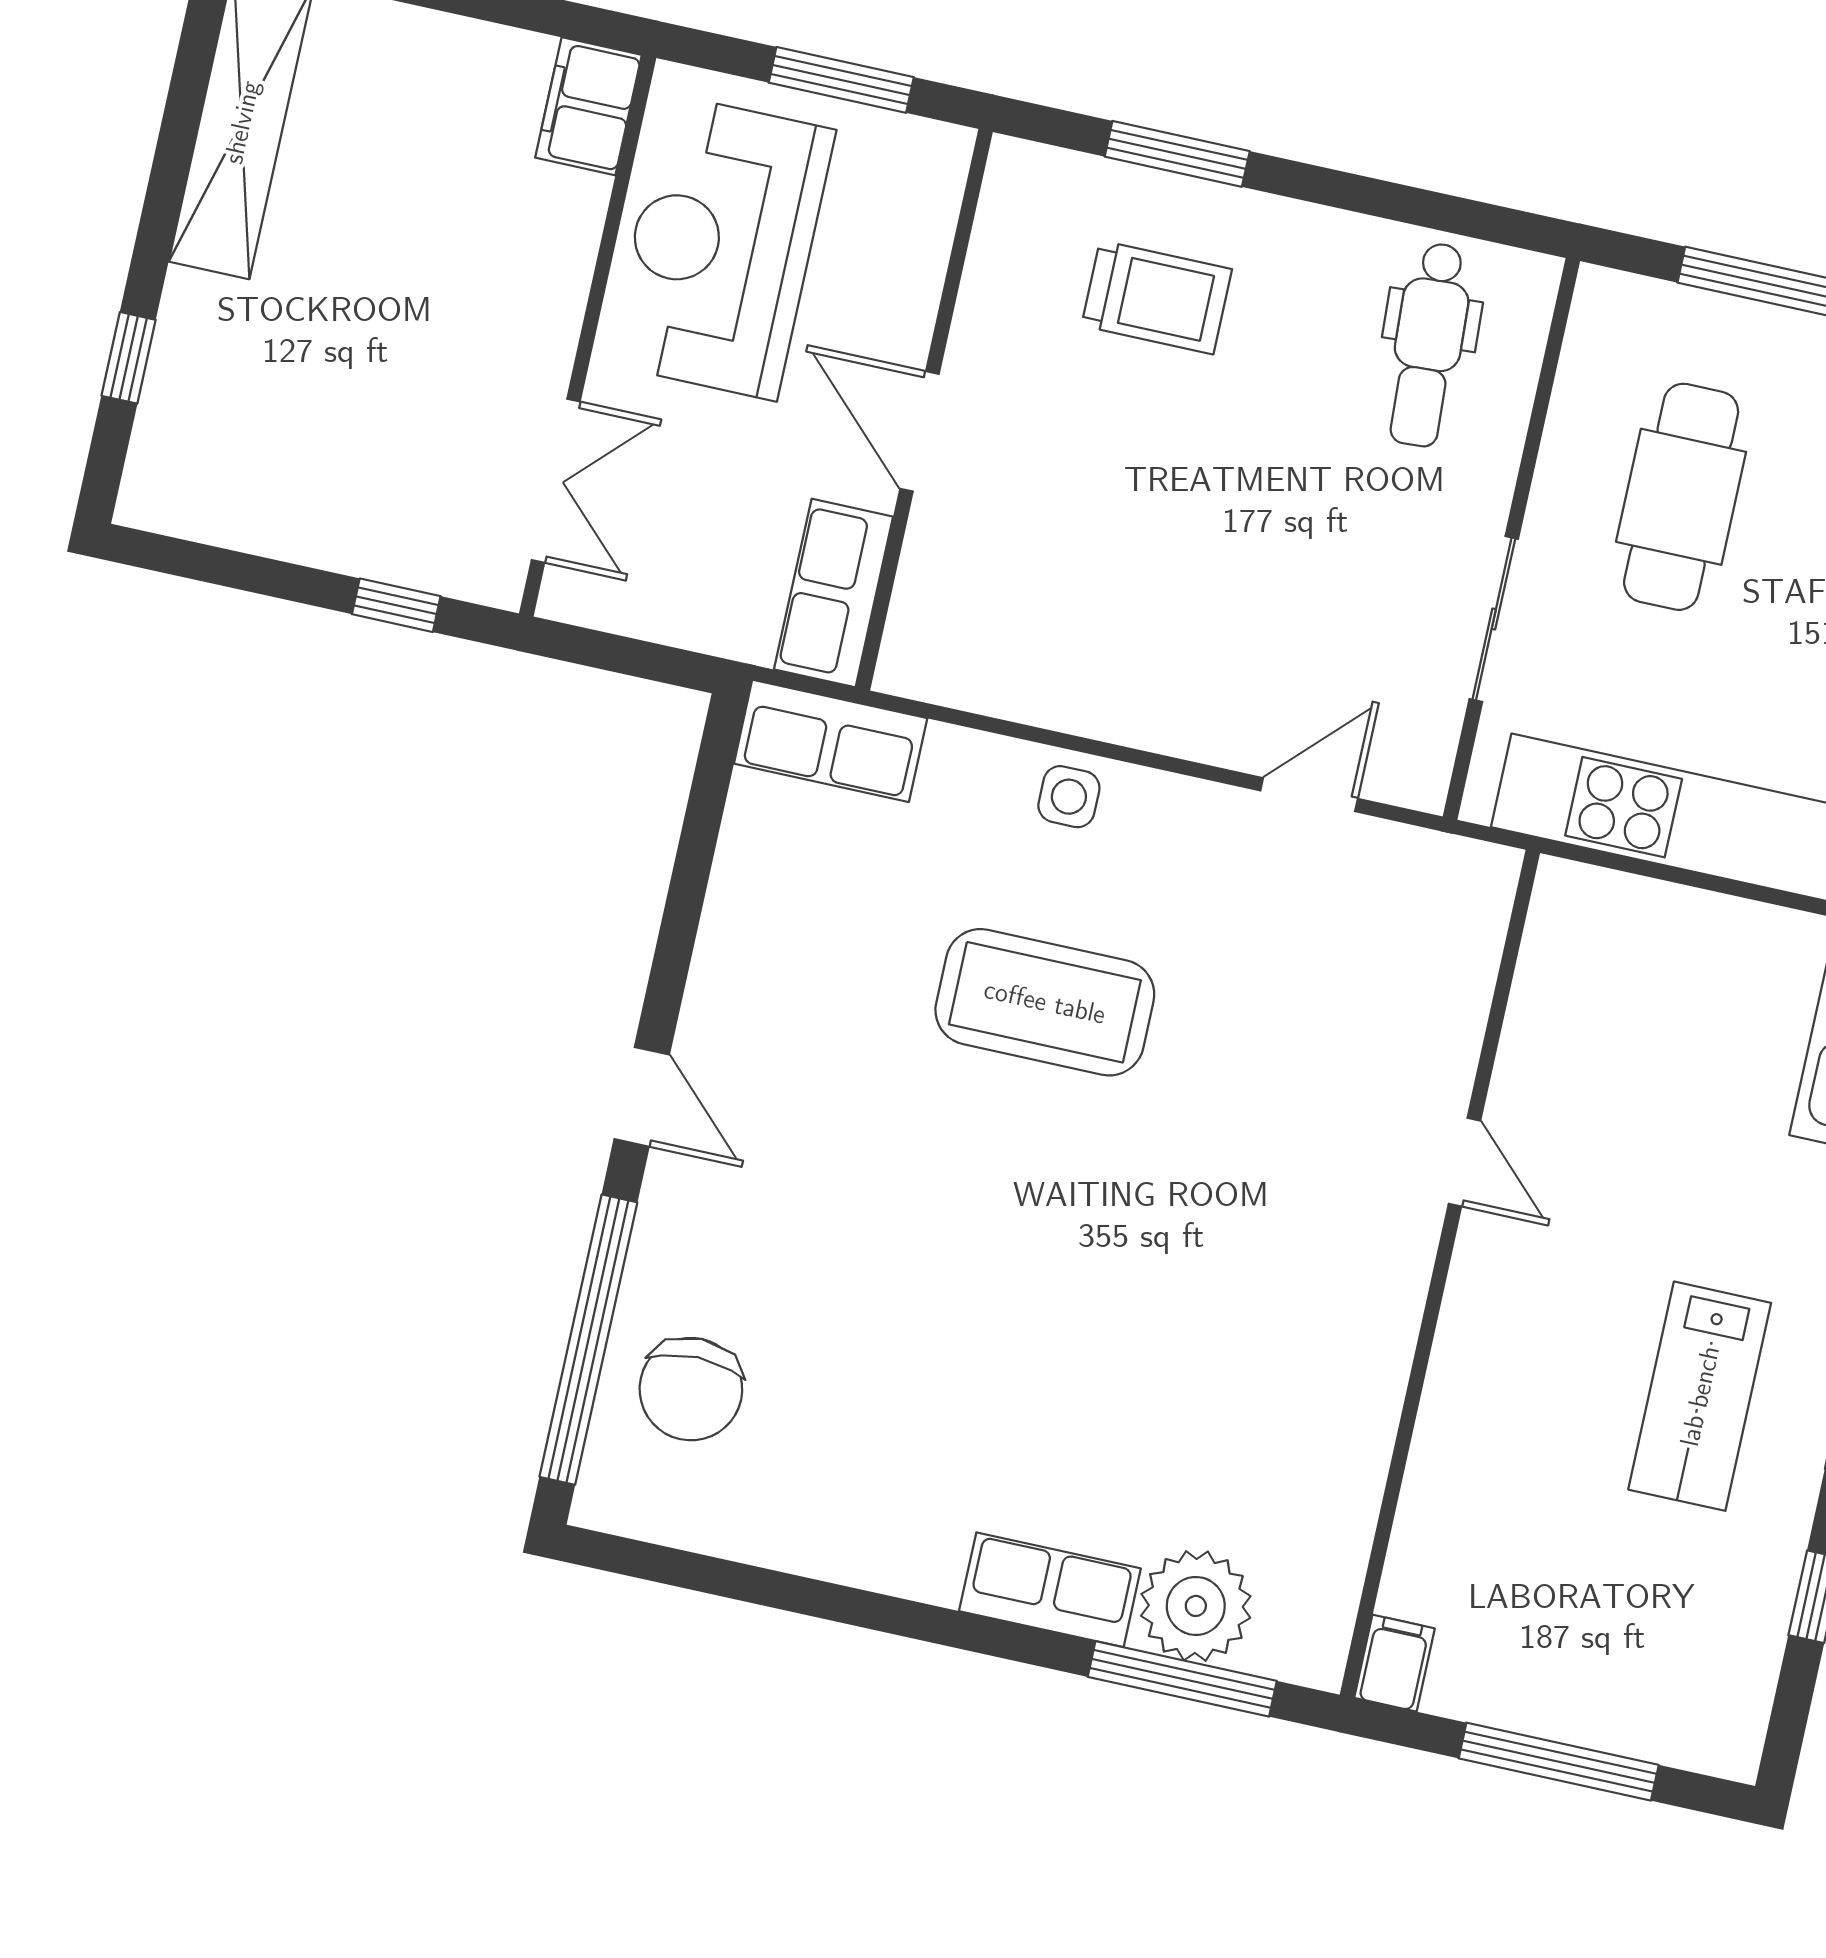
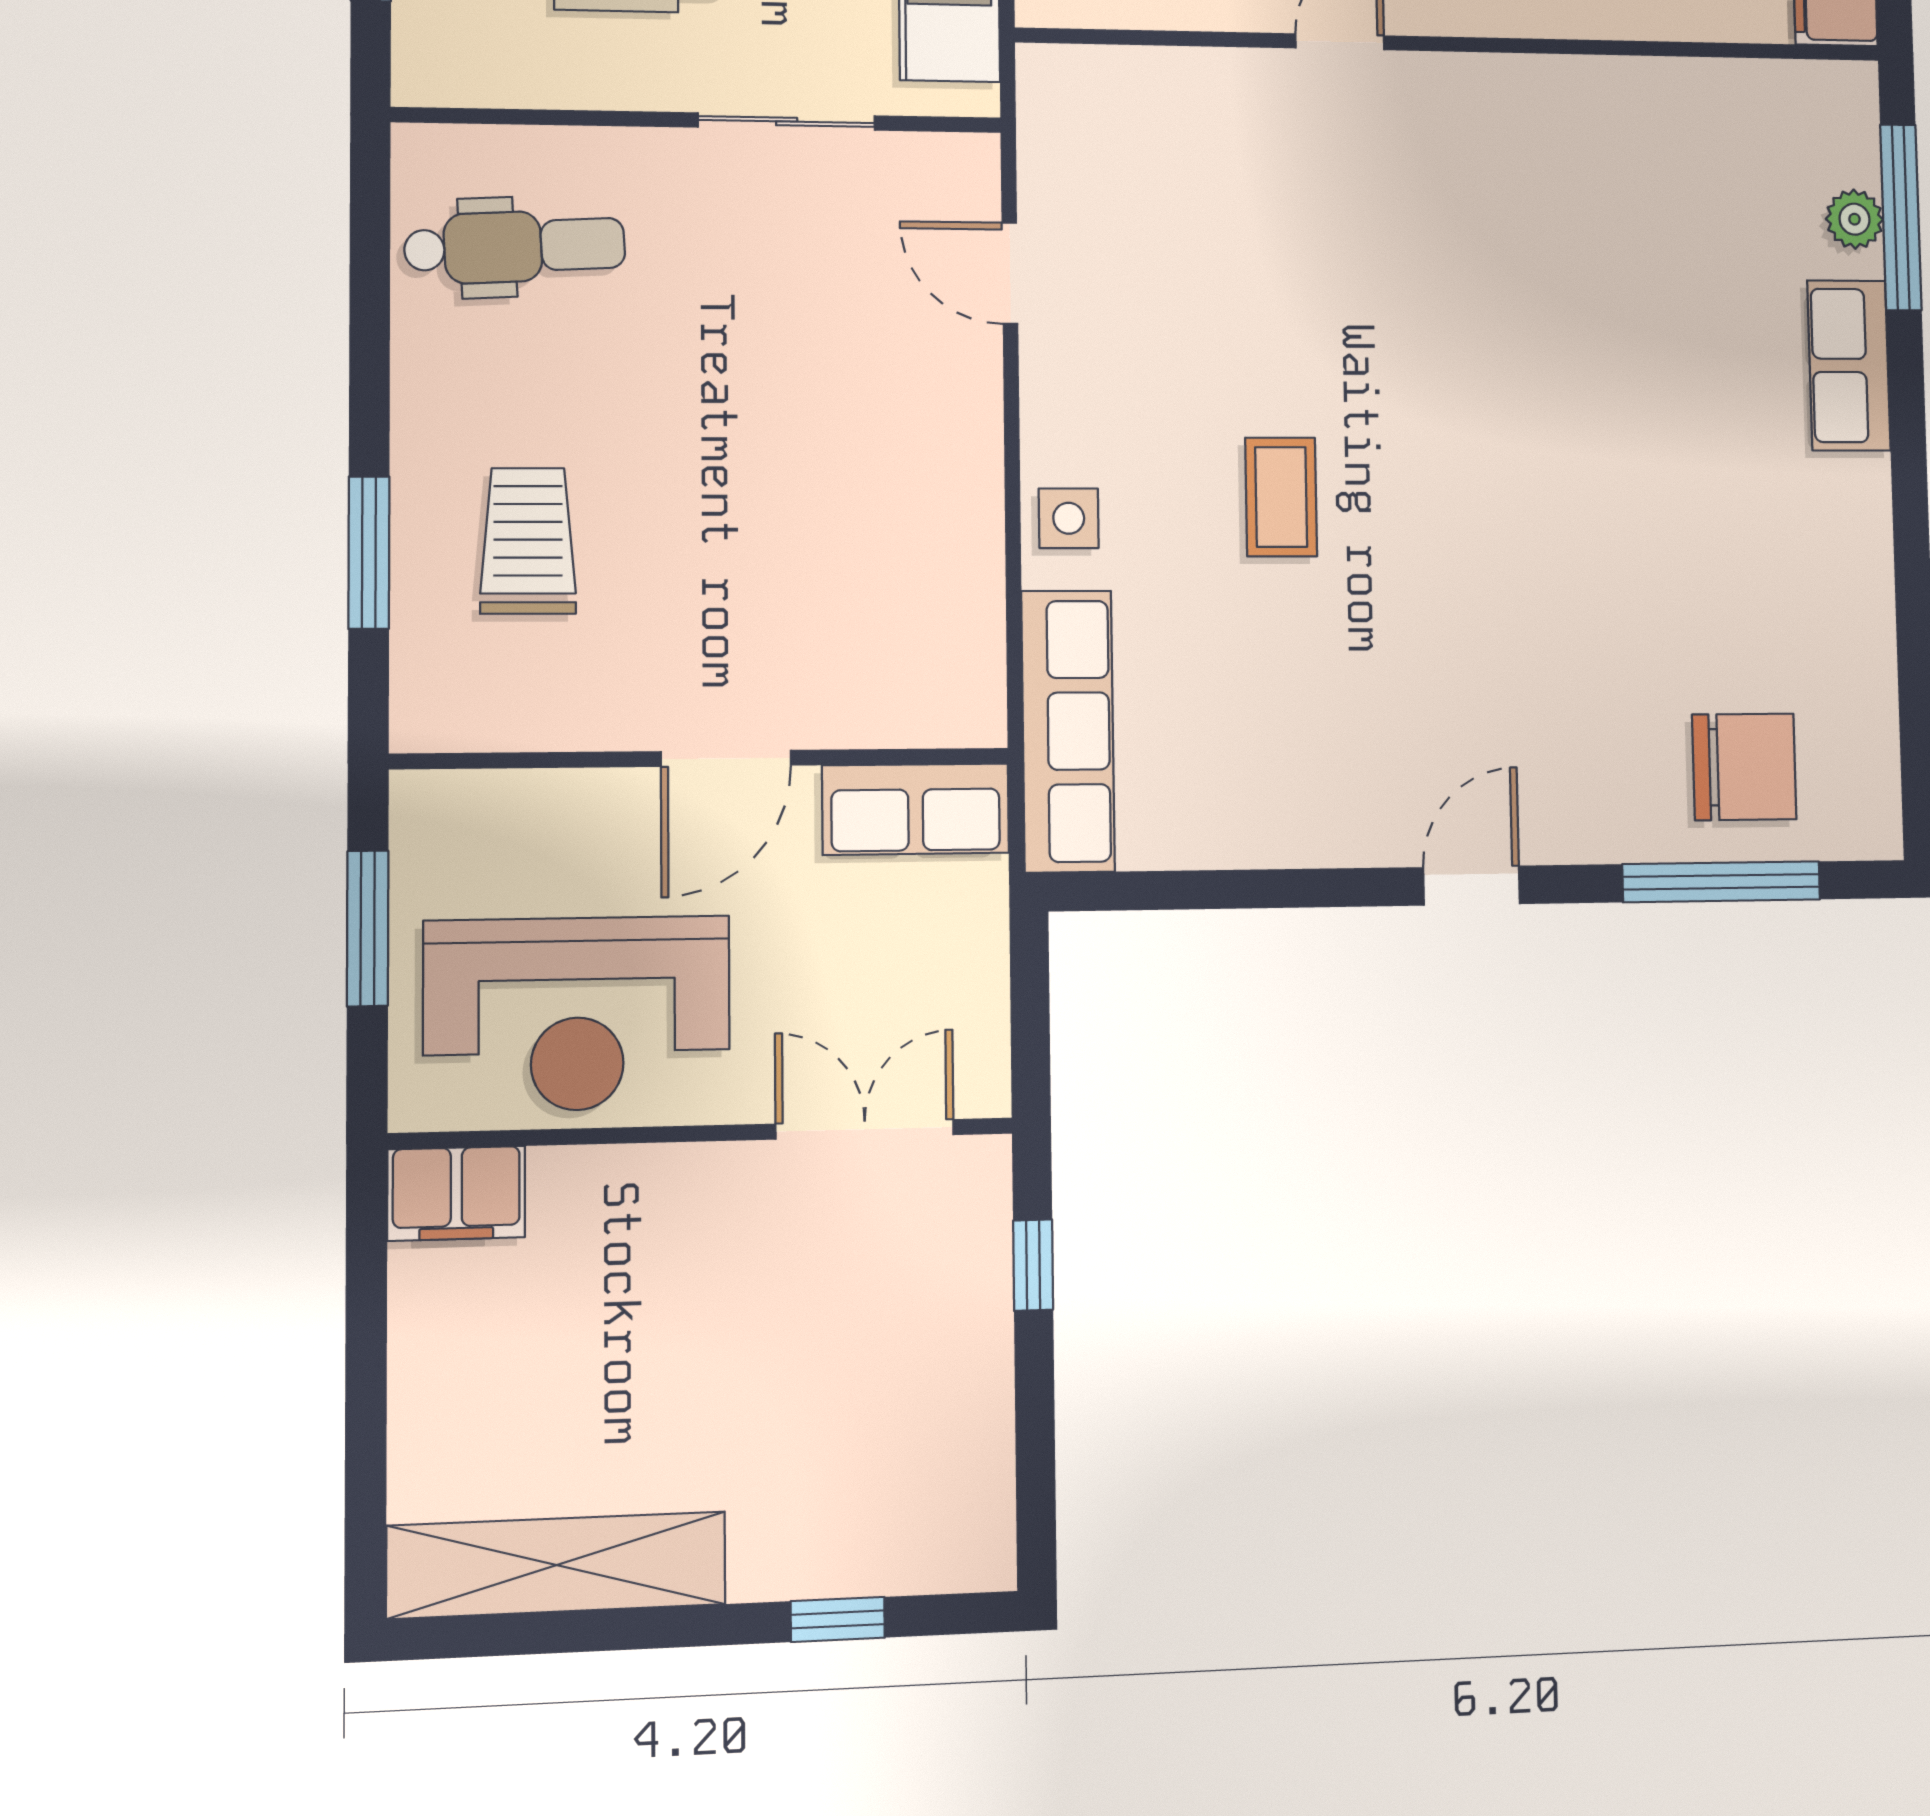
row of seats: (831, 741) -> (1068, 731), width x1.48
coffee table: (1045, 1002) -> (1281, 497), width x0.54, depth x0.58
window: (588, 1340) -> (1721, 882), width x0.68
plant: (1196, 1606) -> (1855, 219), width x0.53, depth x0.53

